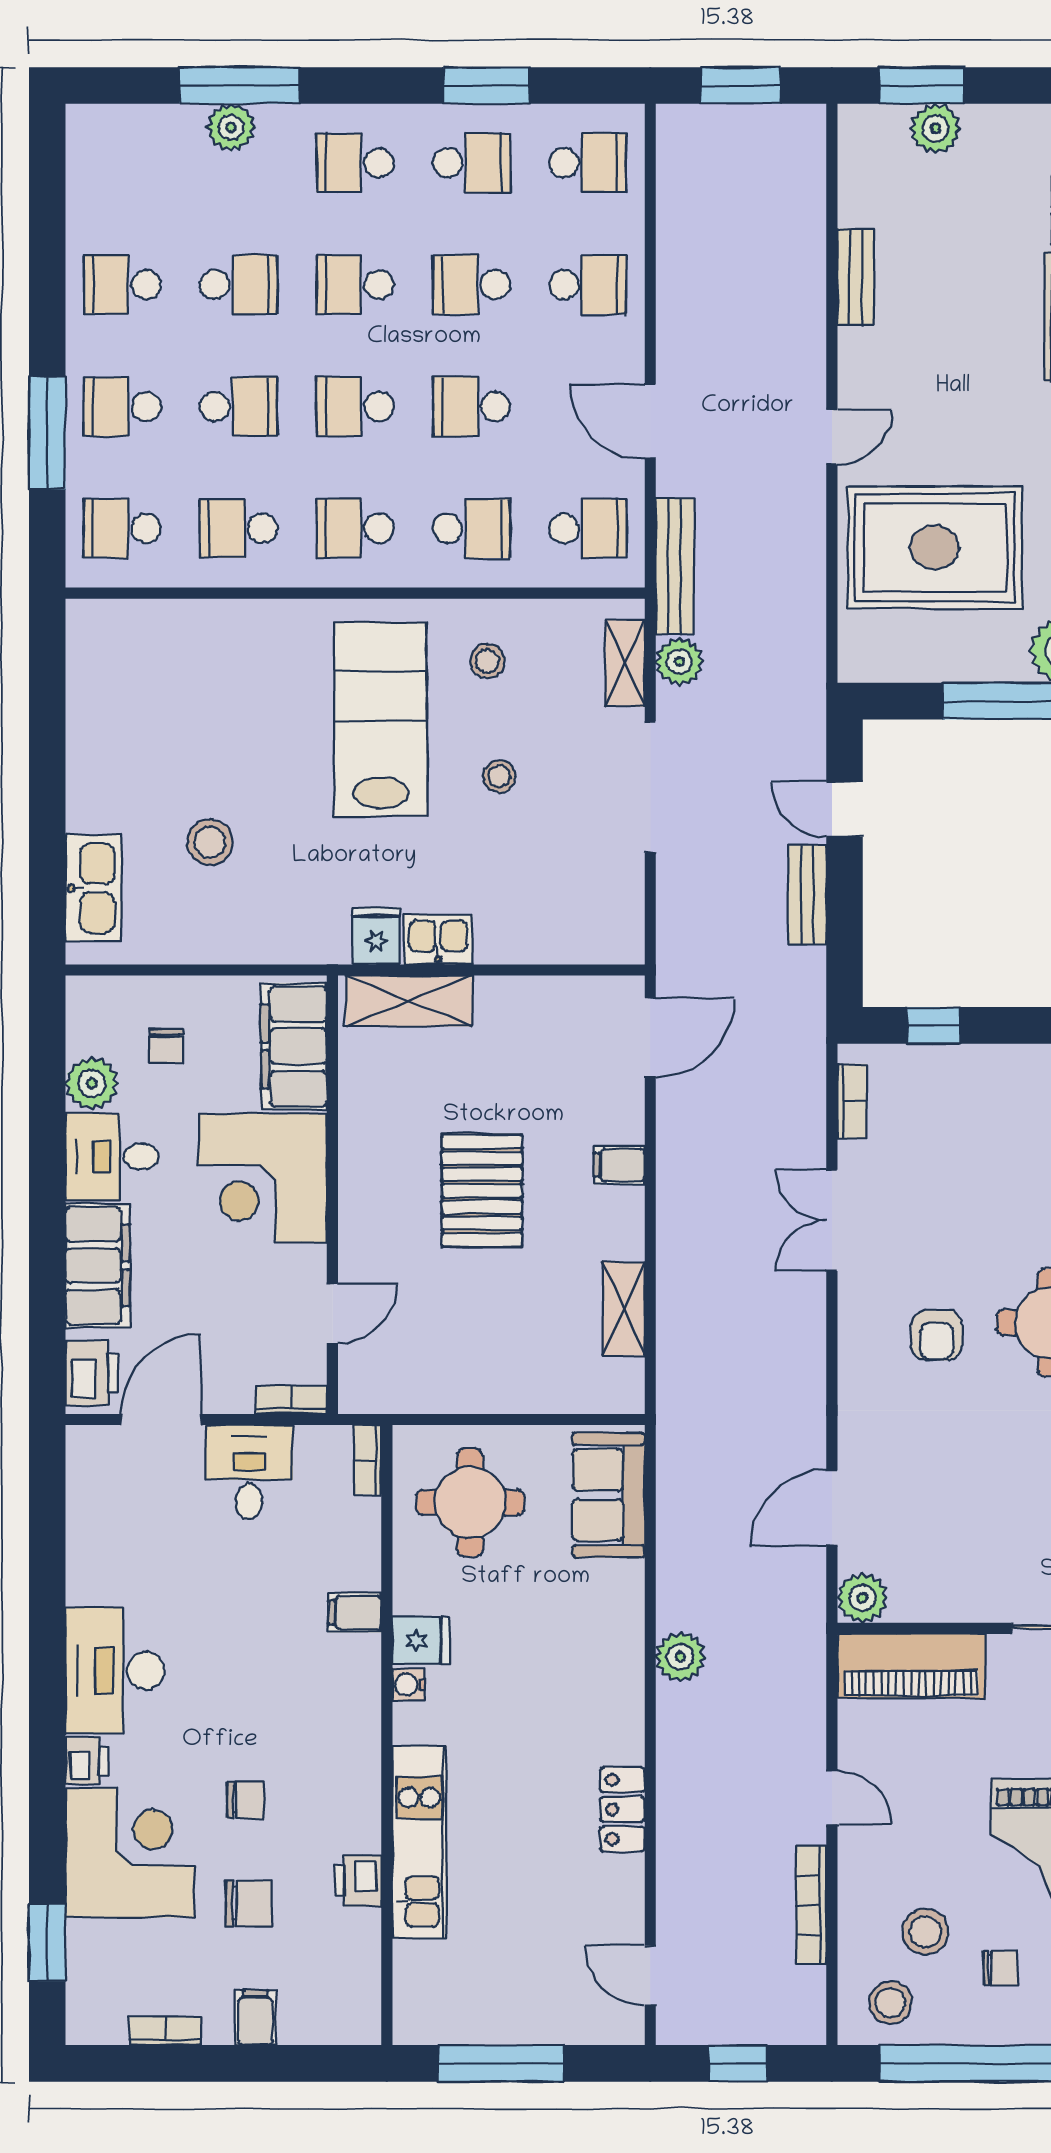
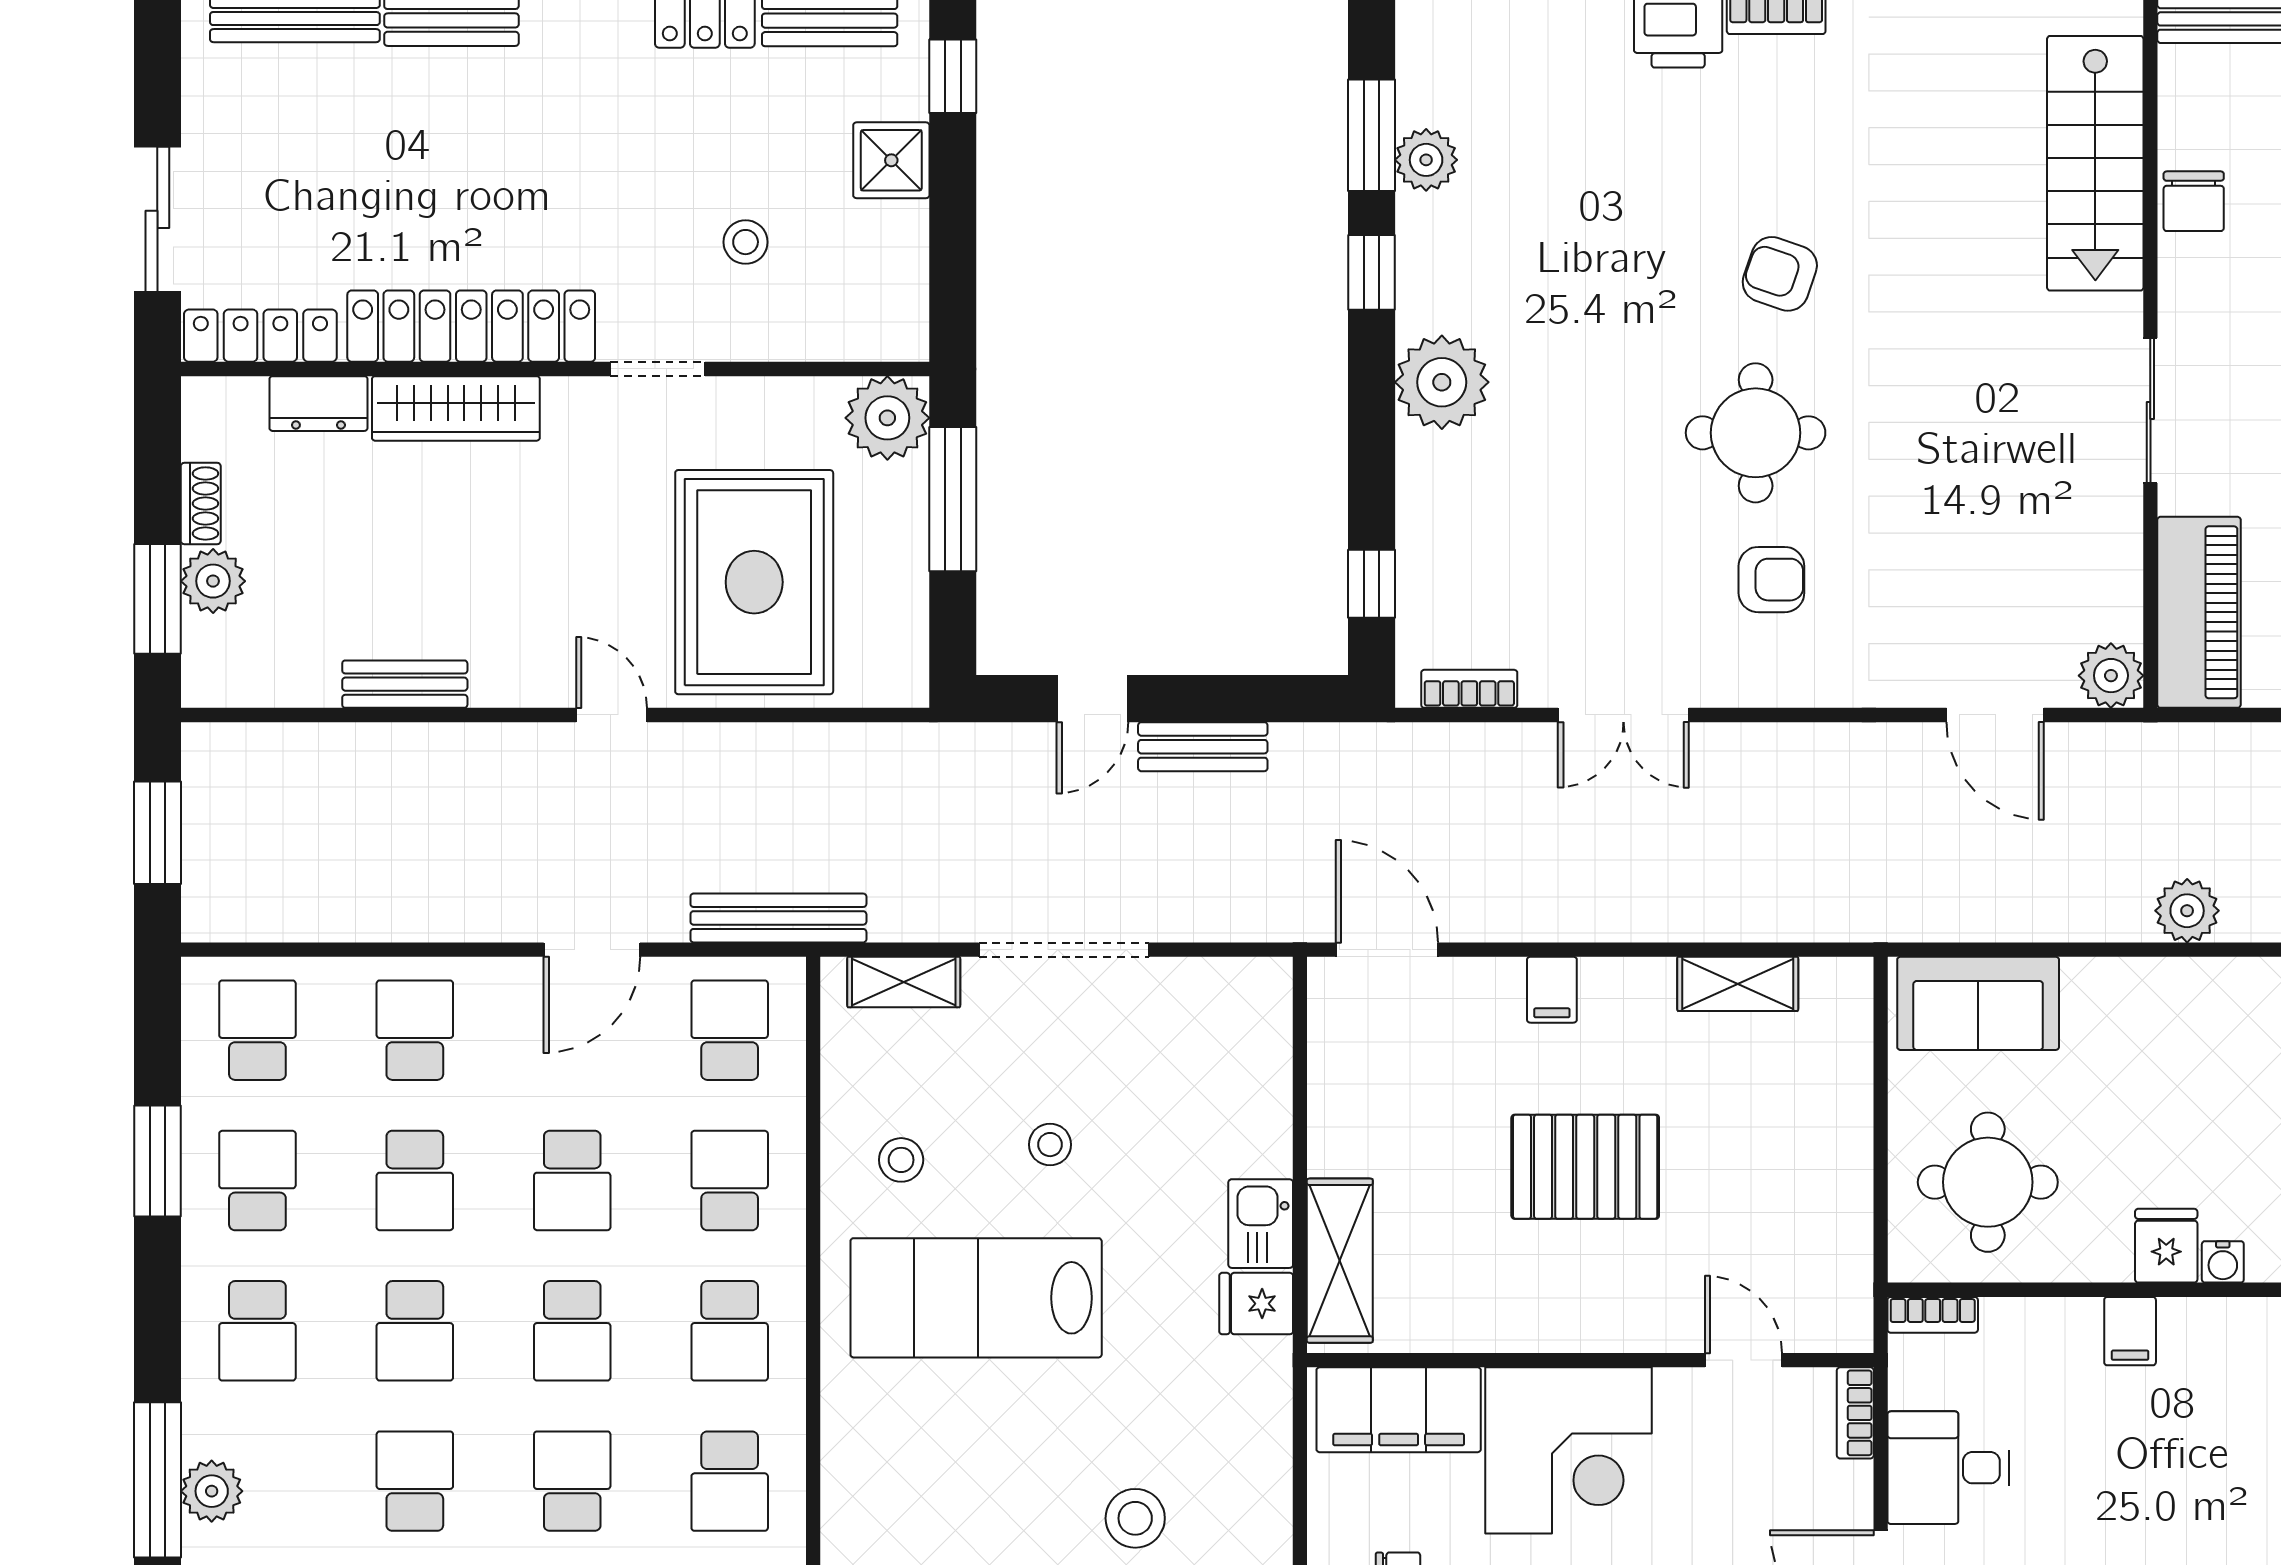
shoe rack: (996, 119) -> (201, 503), added
plant: (679, 662) -> (902, 912), removed

